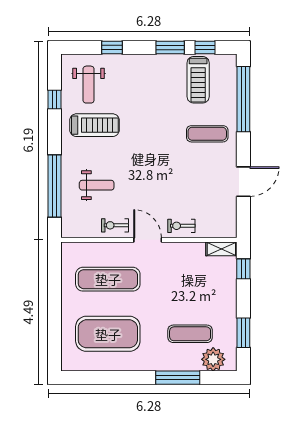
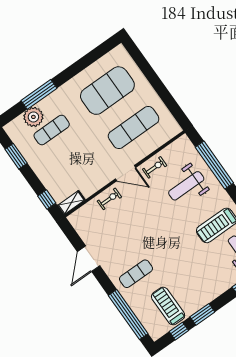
weight bench: (97, 185) -> (186, 186), width x1.36, depth x1.33
plant: (213, 359) -> (33, 117), moved

